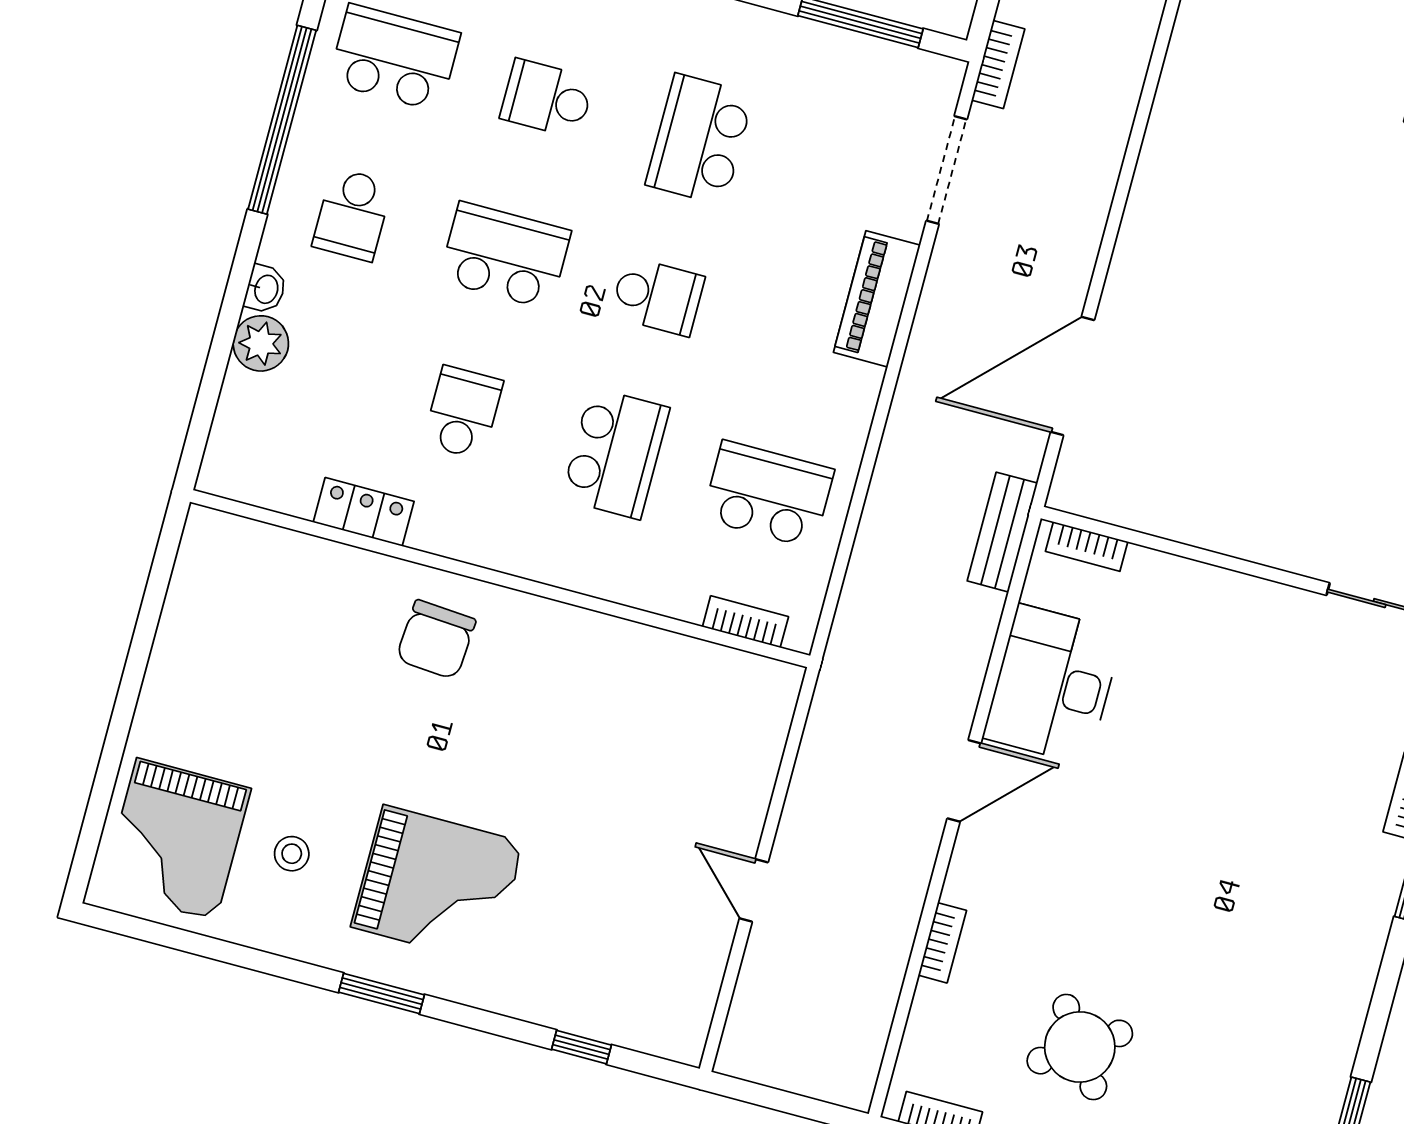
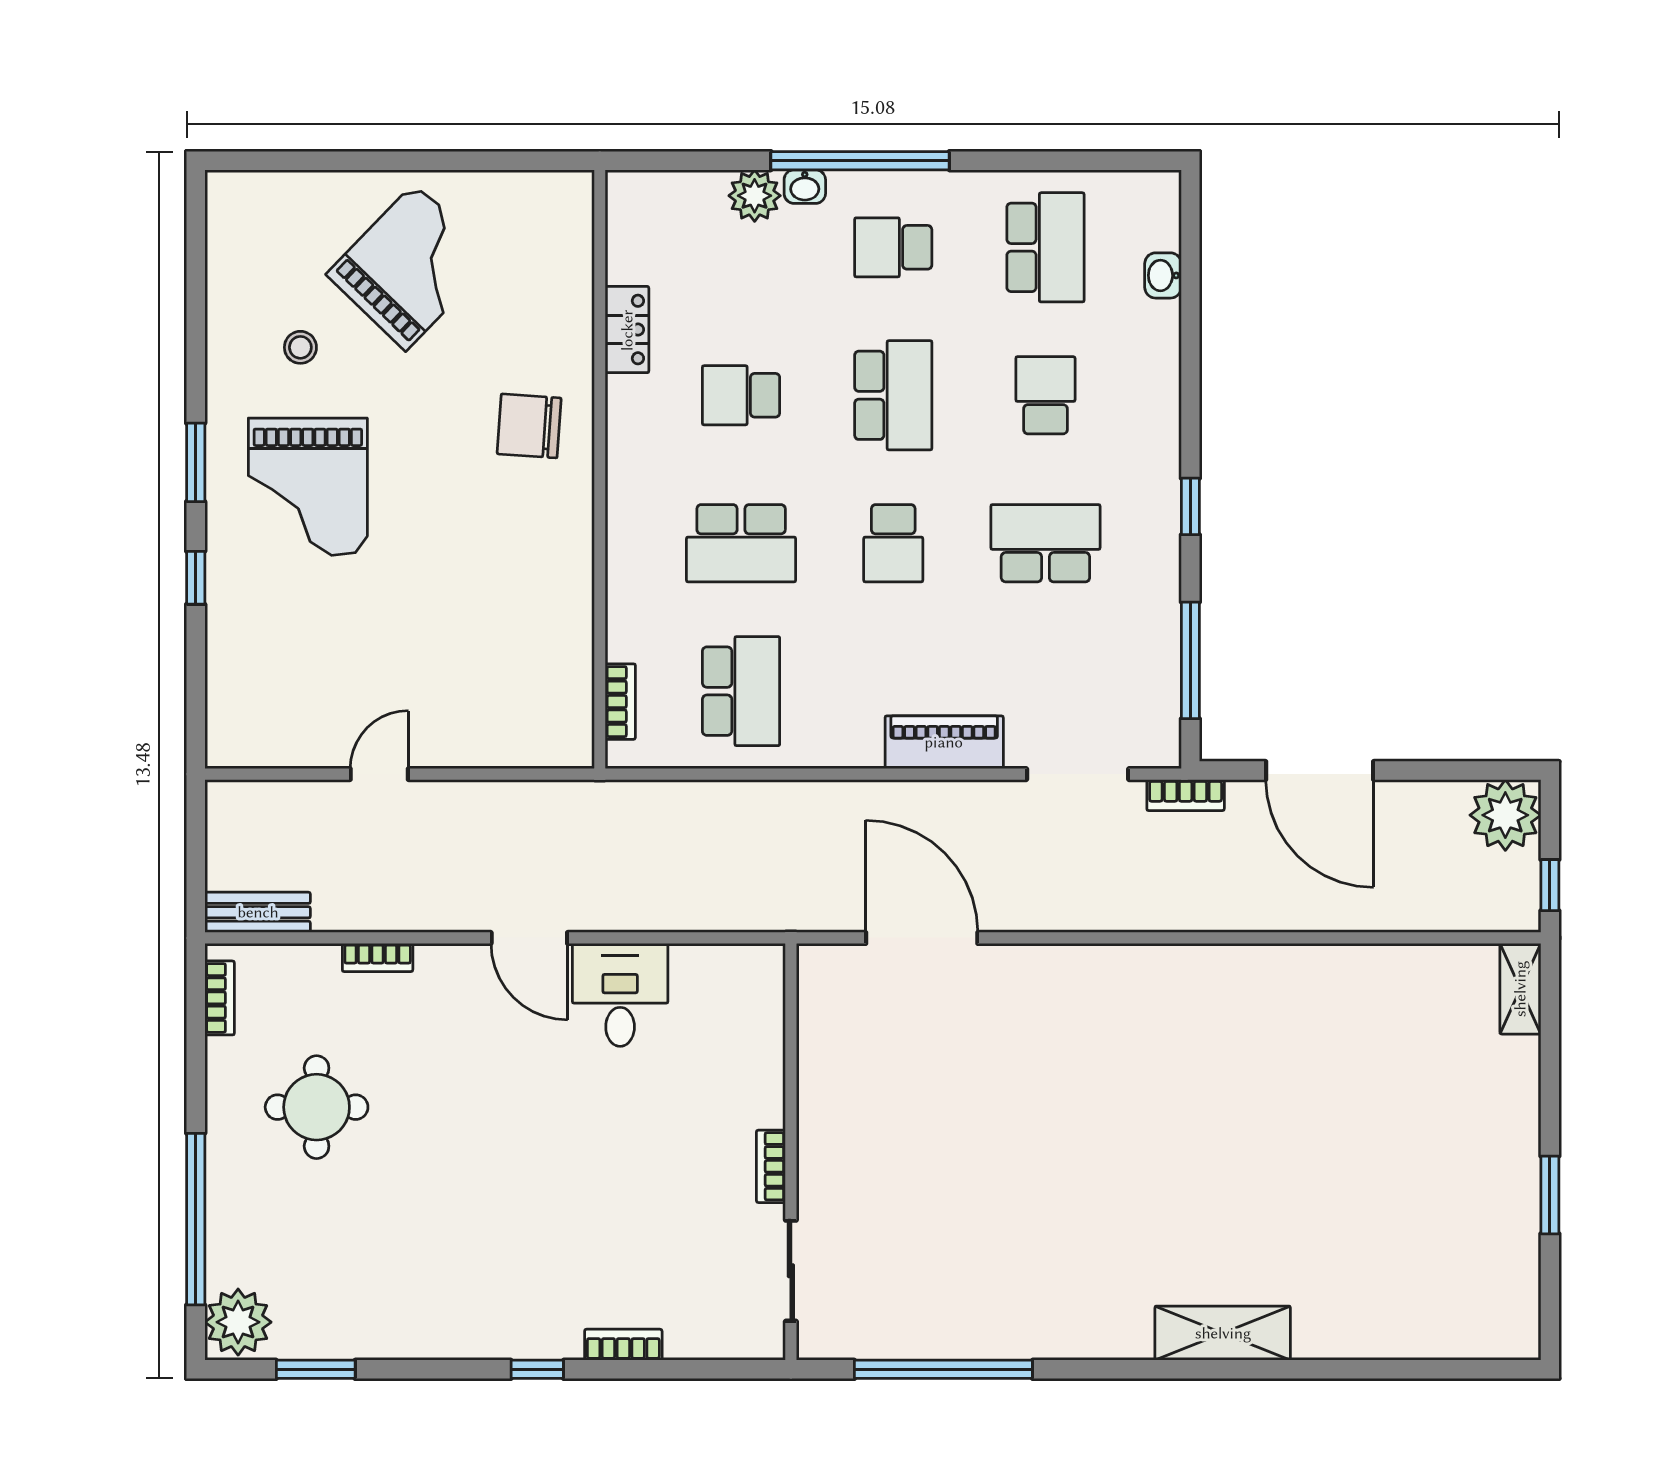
window: (282, 120) -> (860, 161), moved
school desk: (463, 412) -> (741, 395), turned 180
bench: (1002, 532) -> (258, 912), moved
bookcase: (1087, 547) -> (771, 1166), moved
desk: (1053, 685) -> (620, 995), width x0.73
grand piano: (176, 839) -> (410, 267), moved, turned 134
window: (582, 1047) -> (196, 578), moved
round table: (1080, 1047) -> (317, 1107), turned 34

